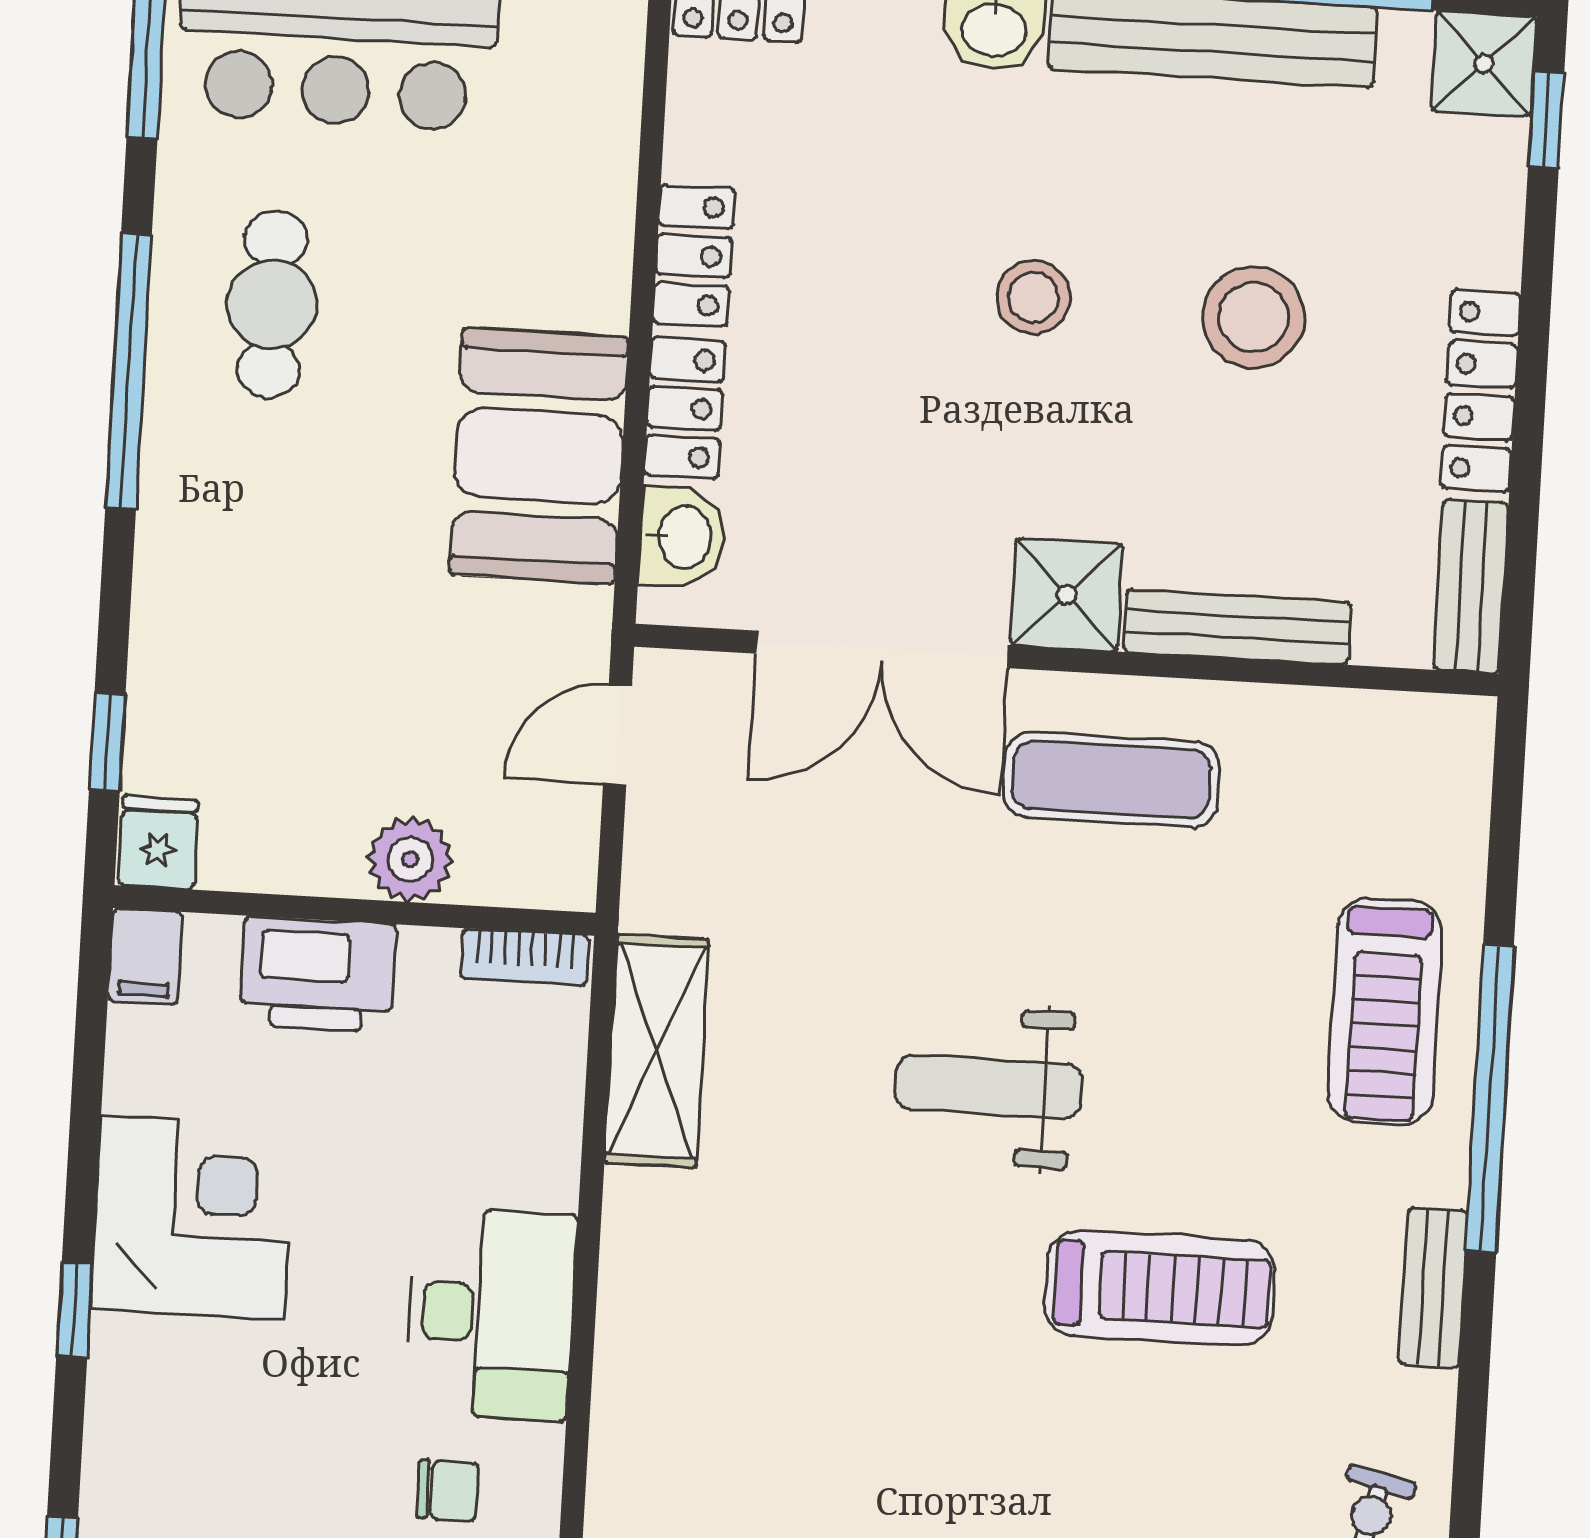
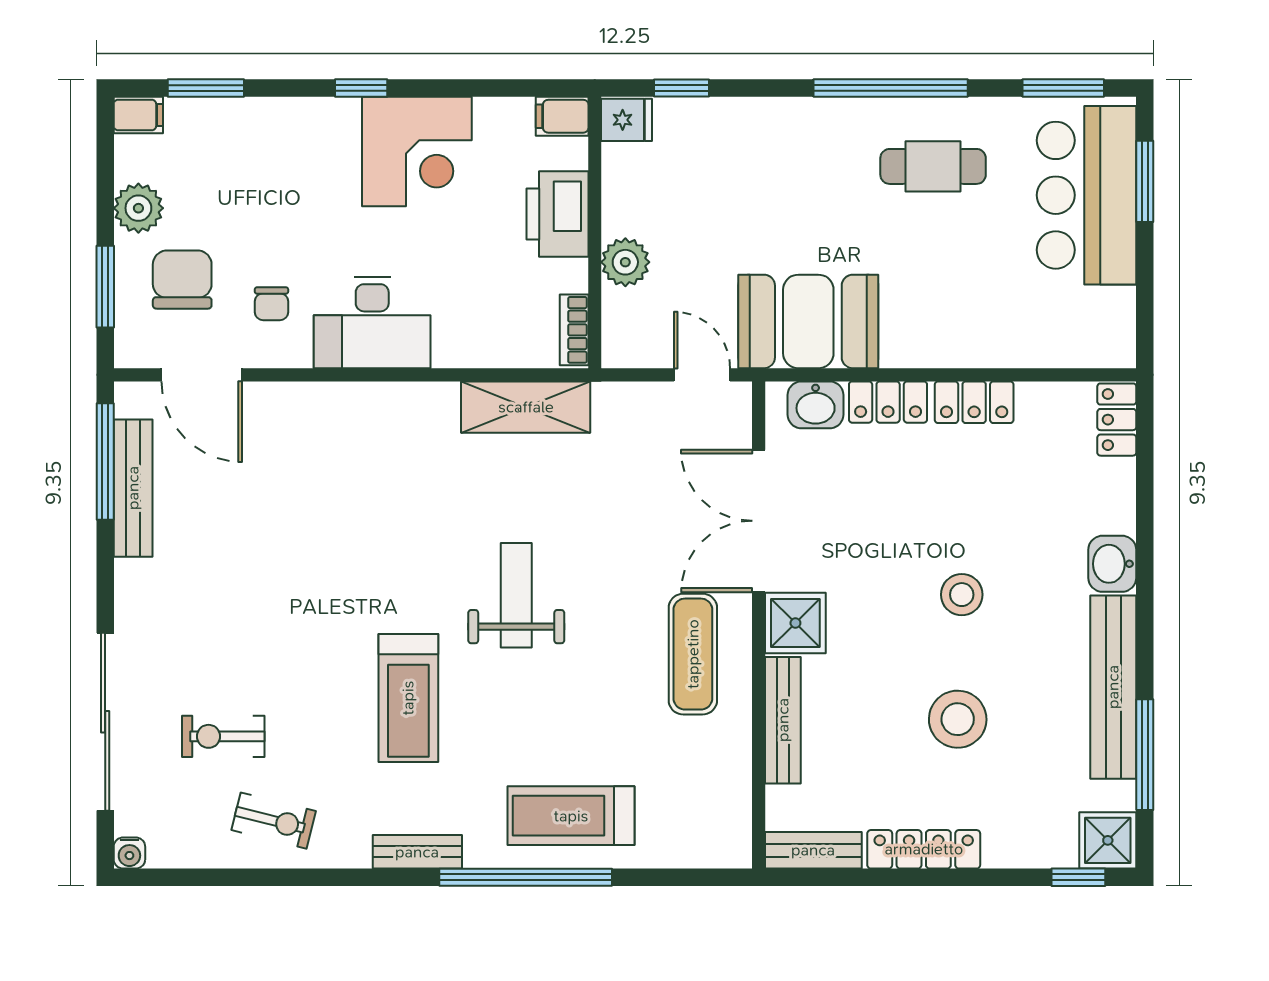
booth: (539, 456) -> (808, 321), moved

